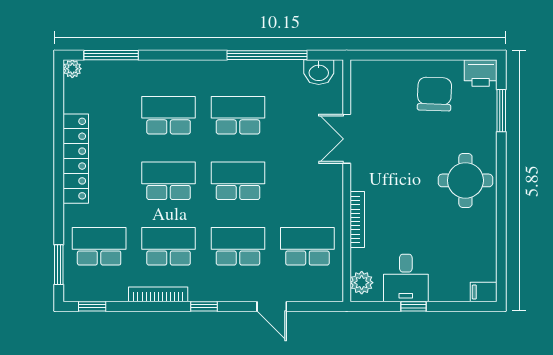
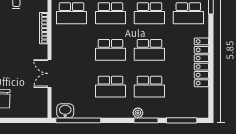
window: (175, 55) -> (146, 120), added
window: (267, 55) -> (78, 120), moved
plant: (72, 69) -> (138, 113), moved
double door: (347, 139) -> (50, 73), swing flipped

